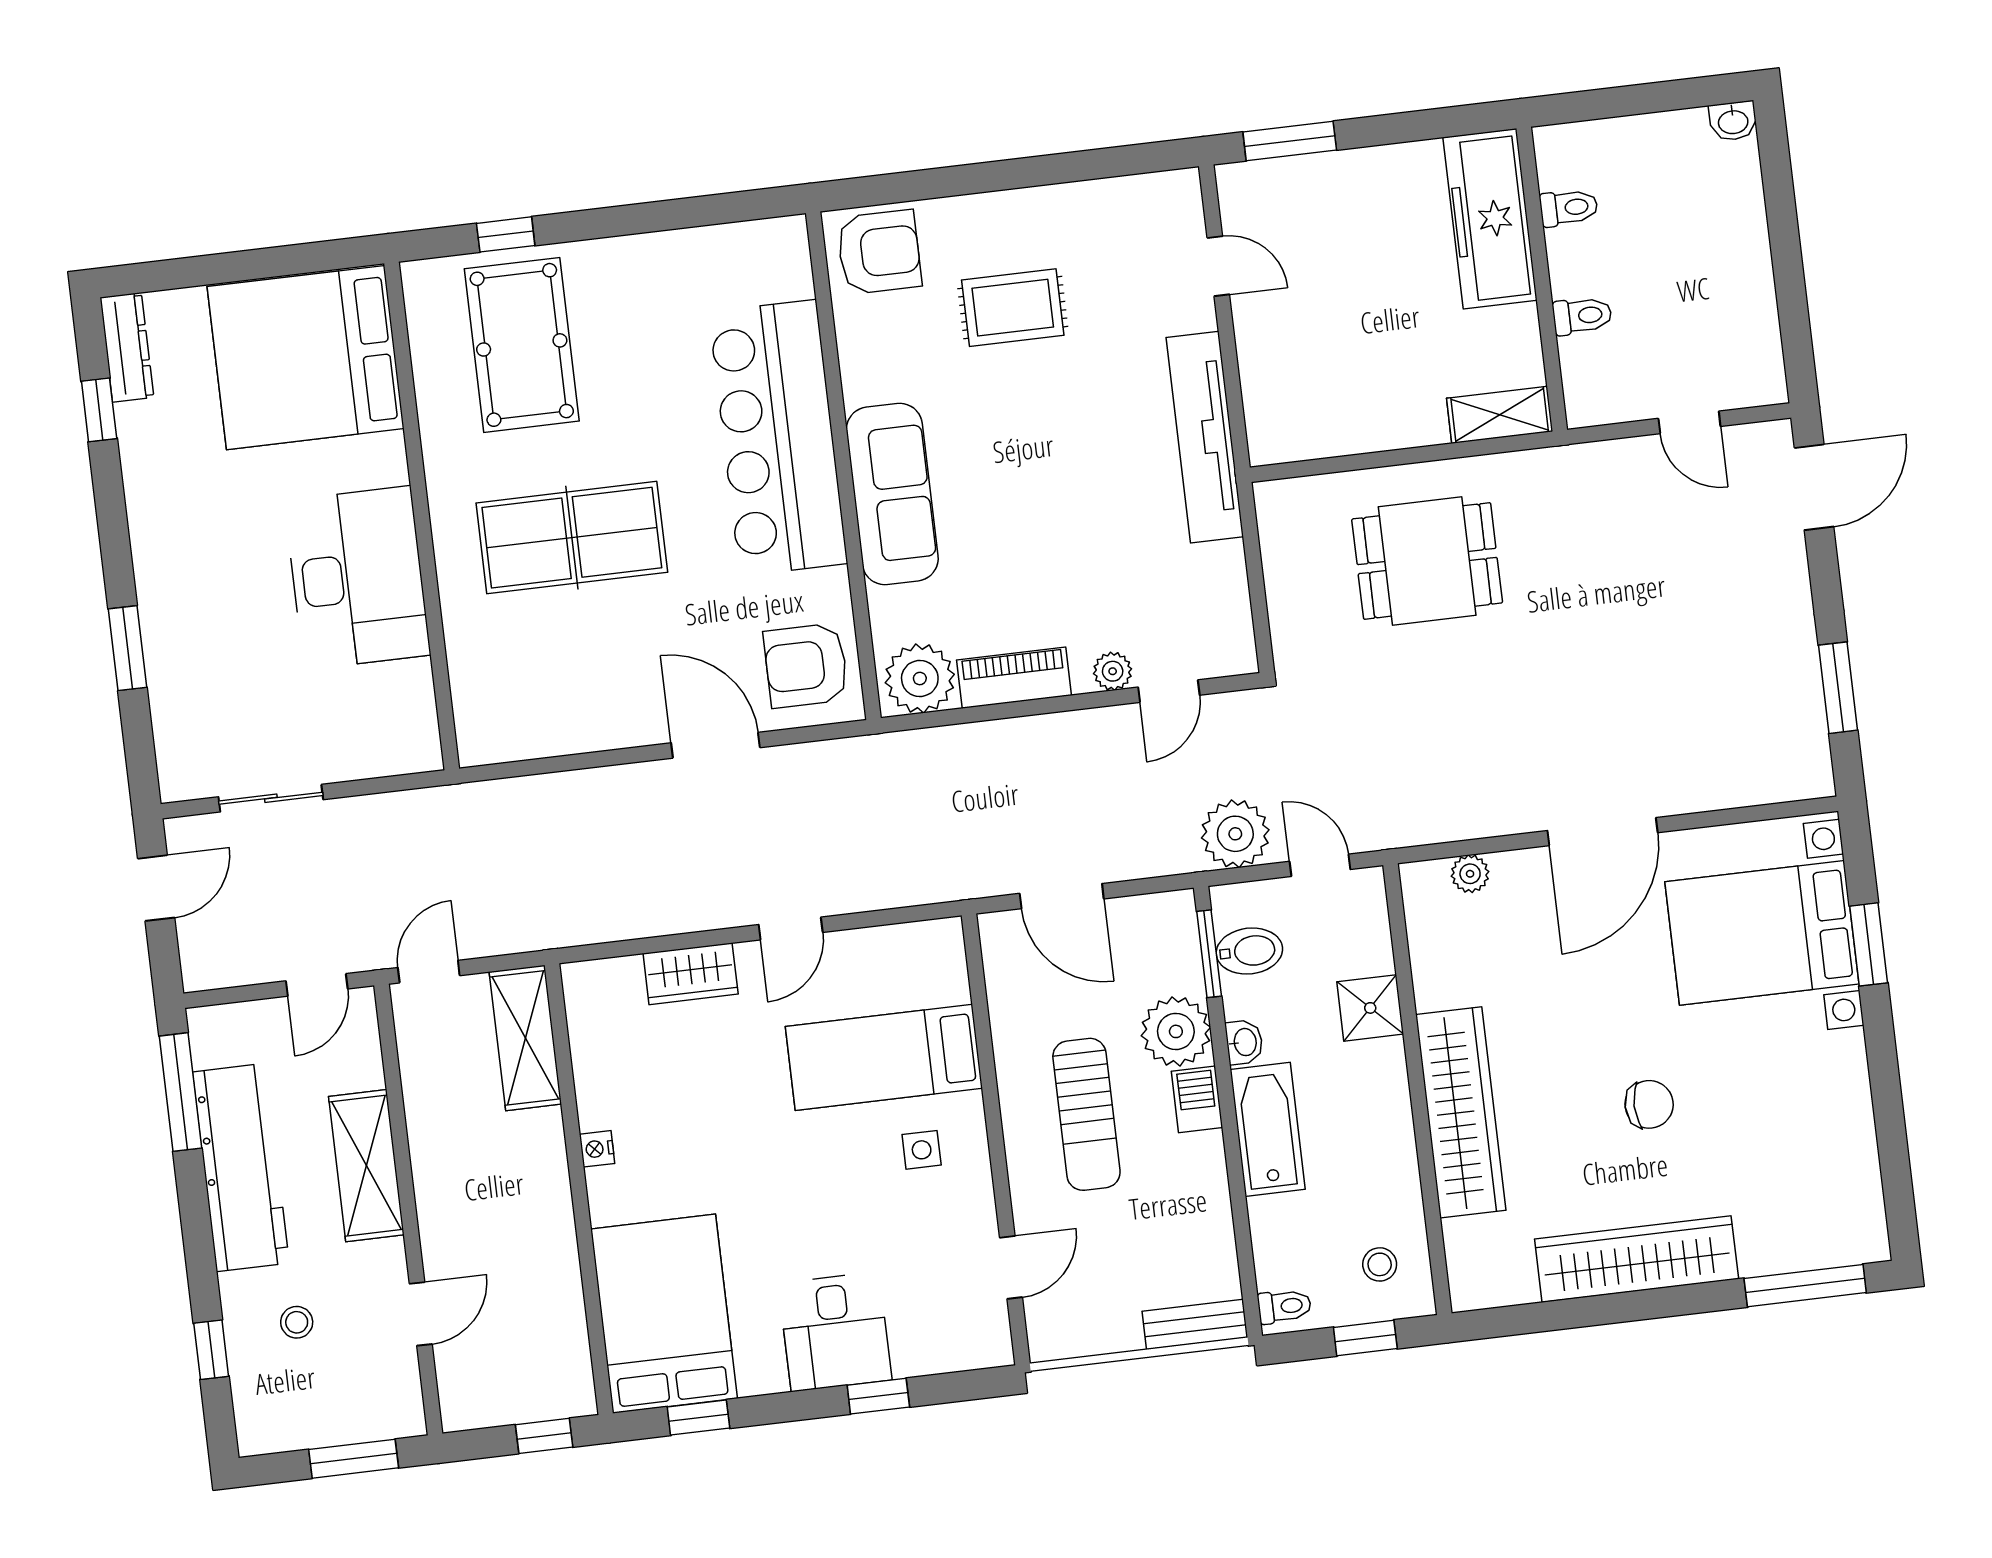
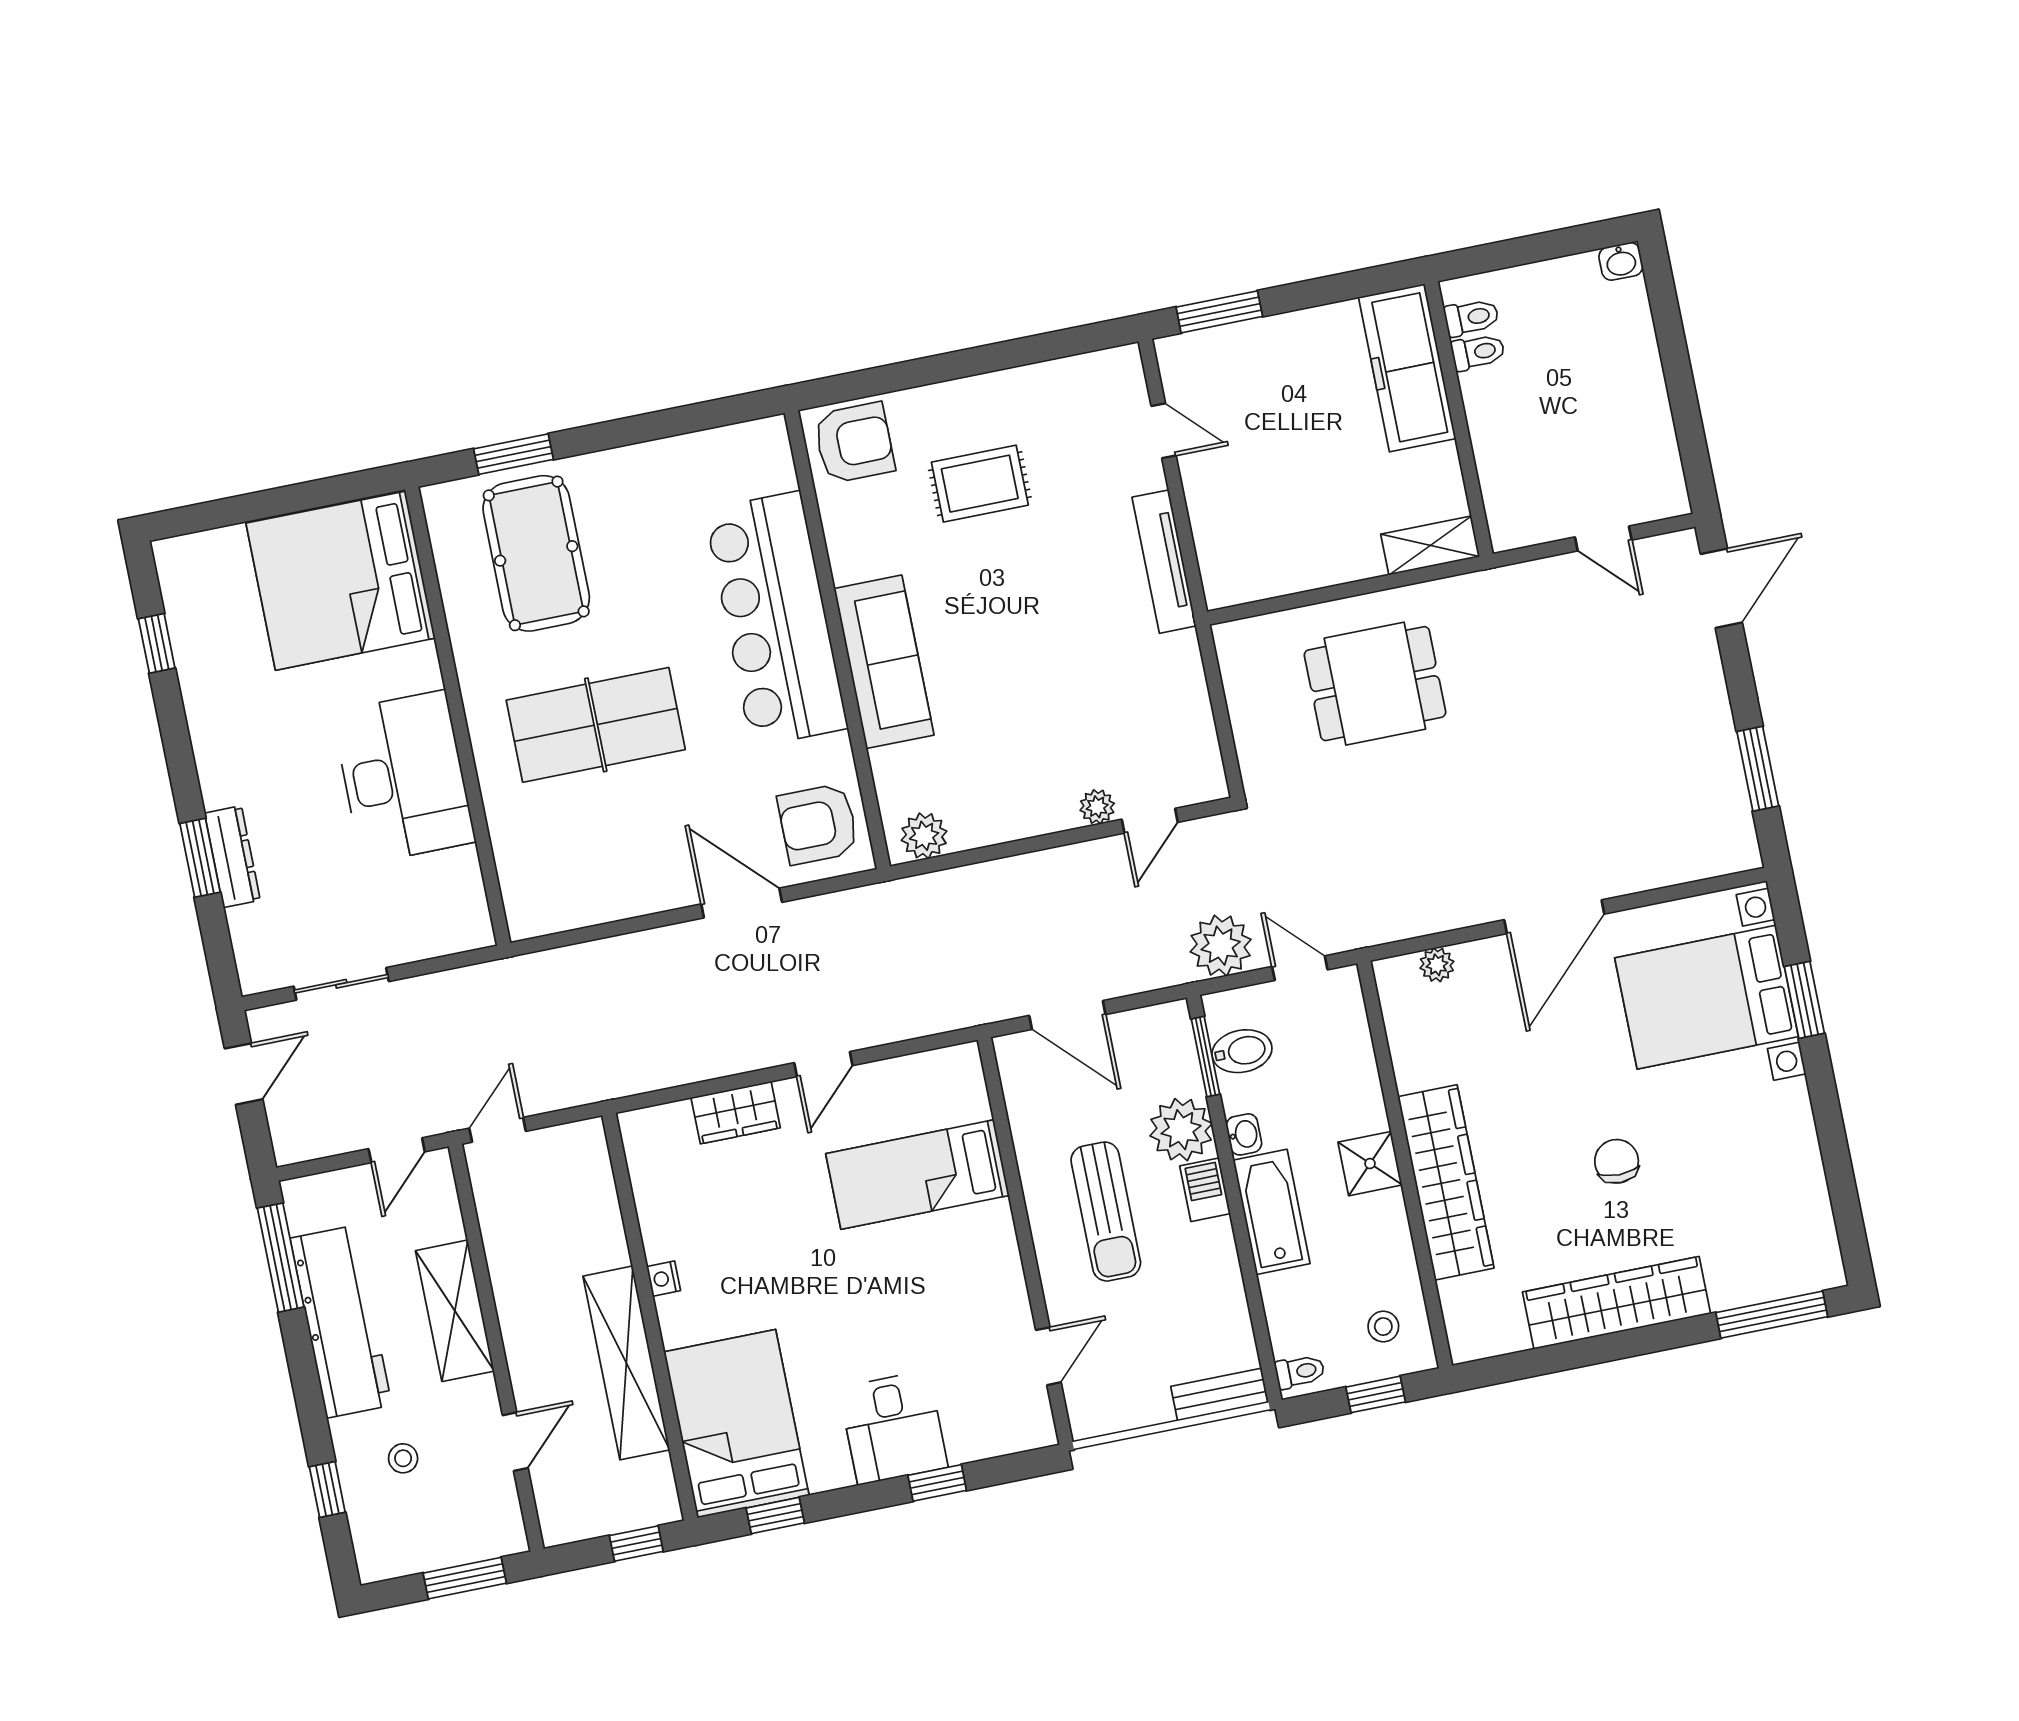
window: (506, 234) -> (514, 454), width x1.50
toilet: (1582, 316) -> (1471, 317), moved
dresser: (127, 347) -> (232, 857), moved
tv unit: (1205, 437) -> (1164, 562), width x0.73, depth x0.78
plant: (920, 678) -> (924, 836), width x0.73, depth x0.73
piano: (1014, 678) -> (1008, 820), removed
shower: (1370, 1008) -> (1370, 1164), moved
shelving: (525, 1038) -> (626, 1363), moved, width x1.47
chair: (1649, 1104) -> (1617, 1161), turned -90
side table: (922, 1150) -> (959, 1256), removed

